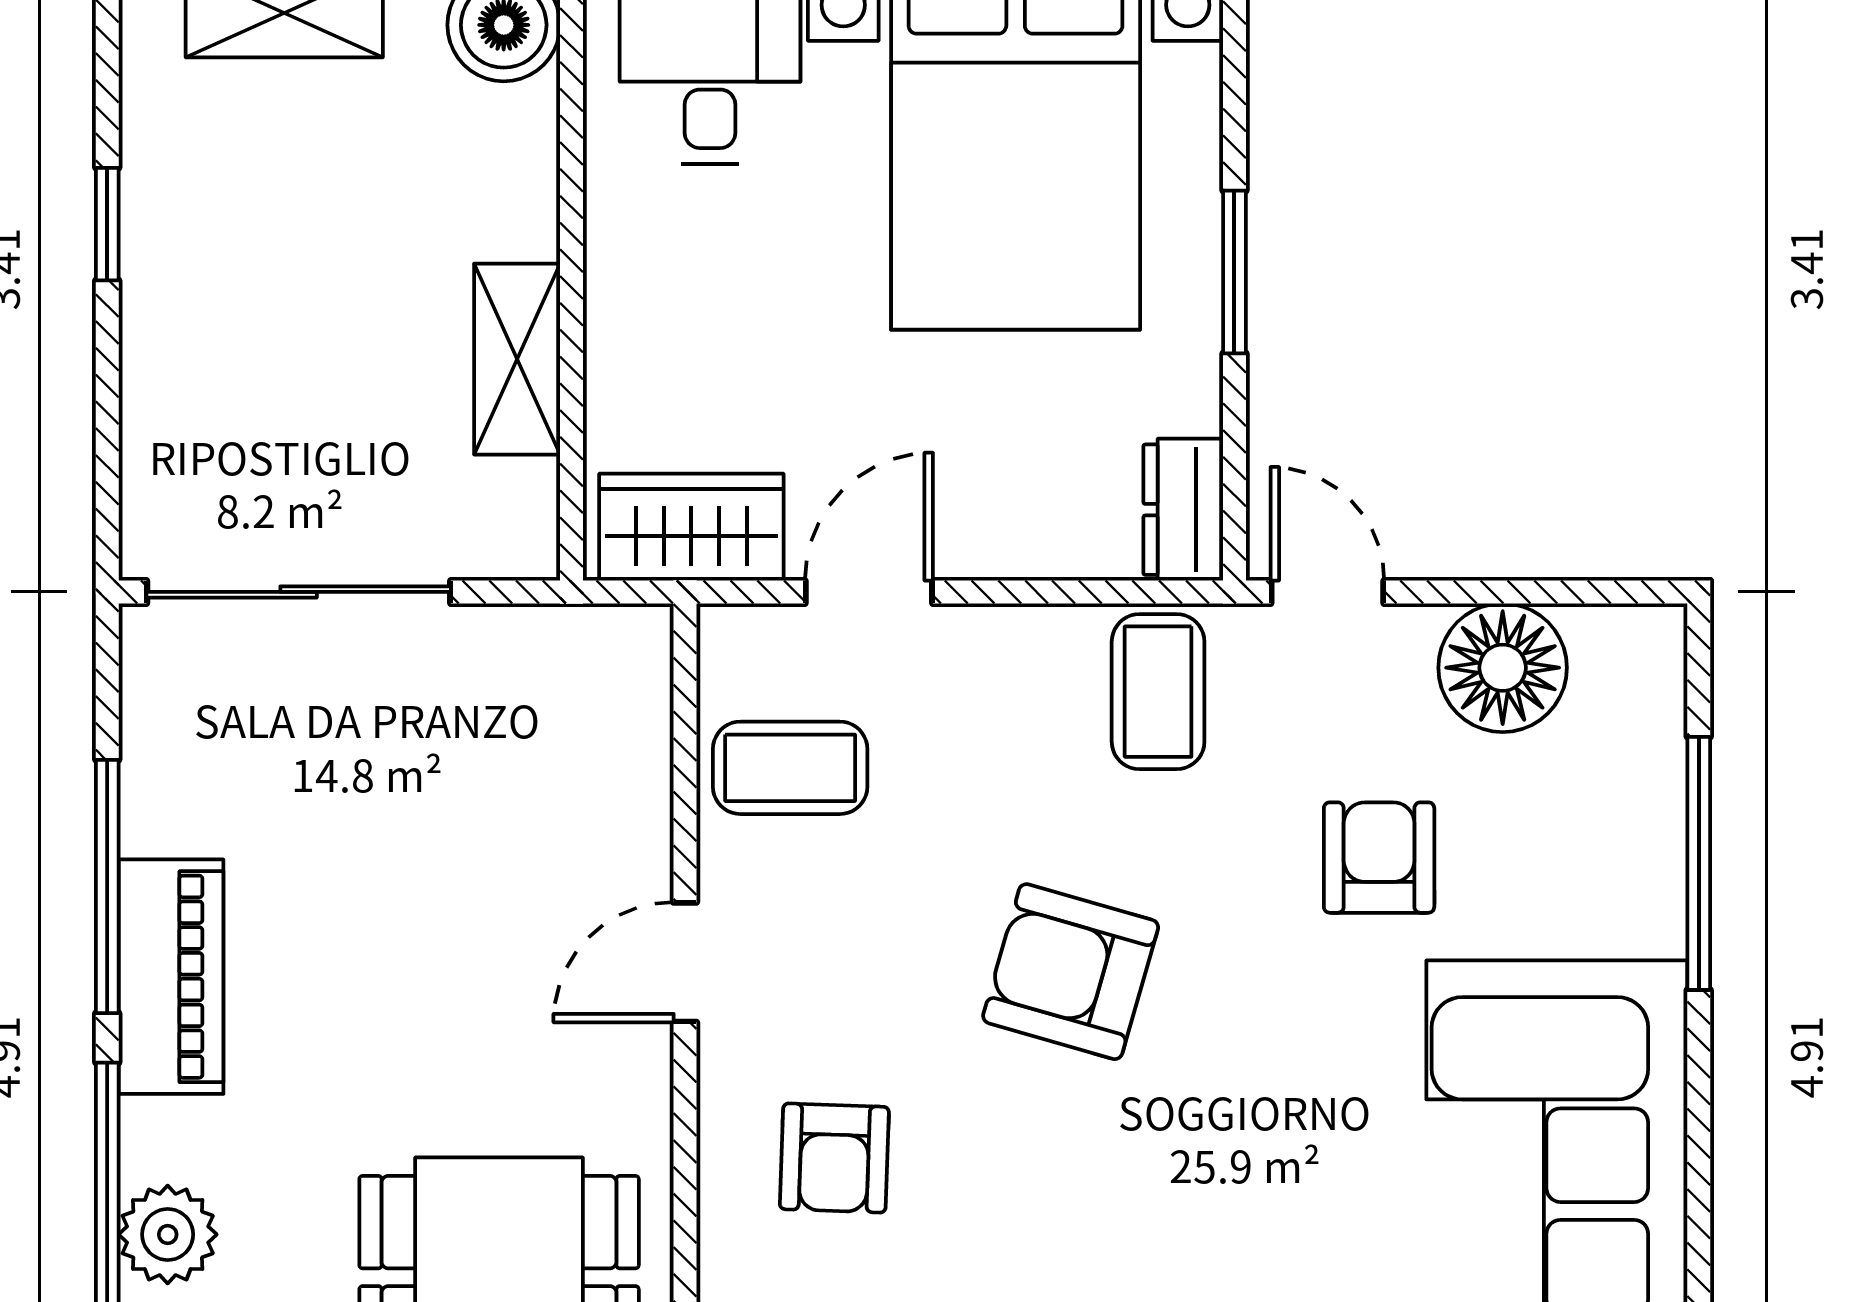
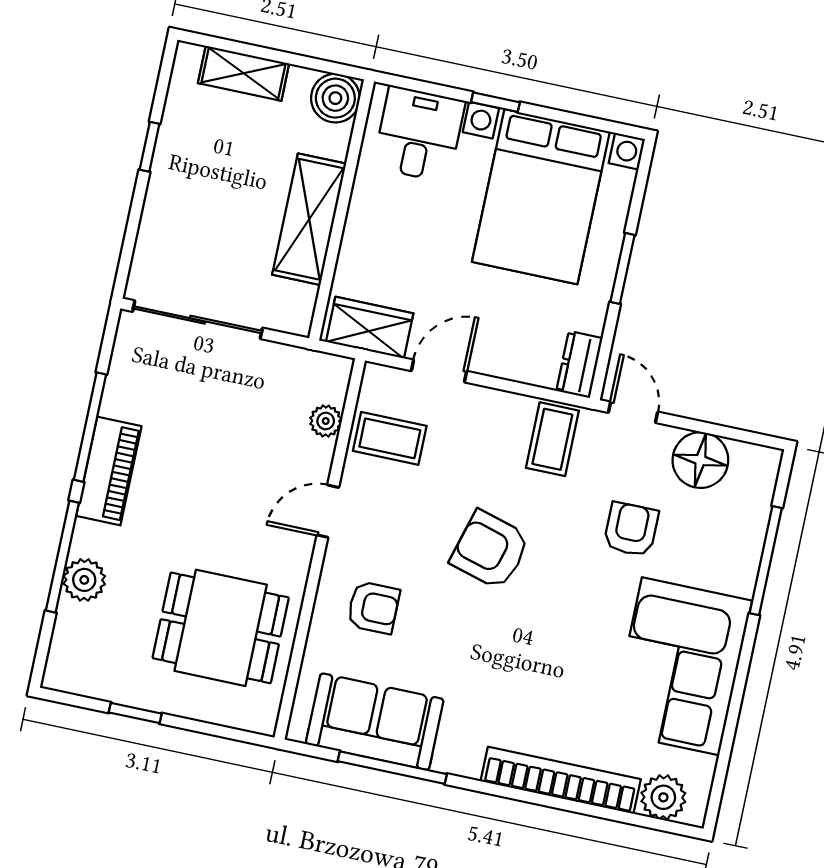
shelving: (517, 359) -> (309, 219), width x1.50, depth x1.33
plant: (637, 759) -> (326, 421), added
armchair: (834, 1158) -> (373, 608), turned -92

